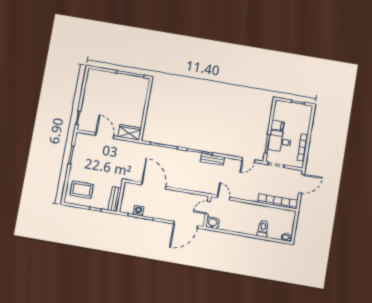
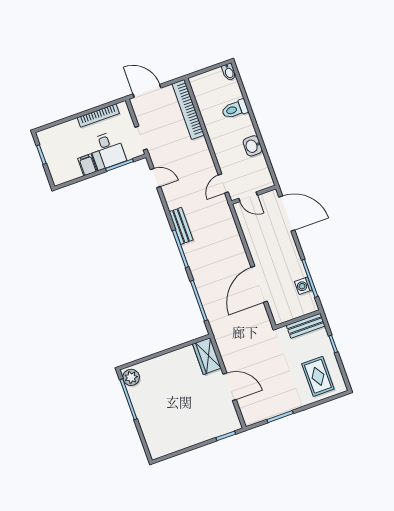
plant: (142, 82) -> (131, 377), added
door: (105, 136) -> (230, 387), swing flipped
washbasin: (213, 223) -> (253, 146), moved

